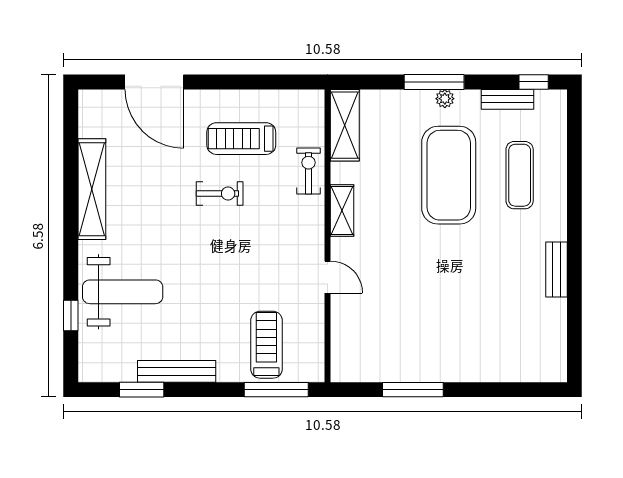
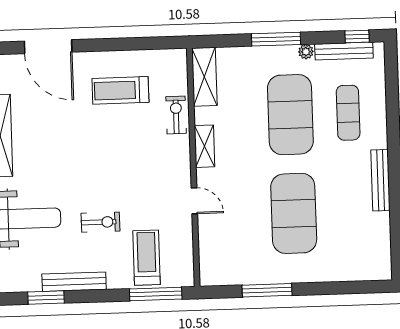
plant: (445, 99) -> (306, 52), moved
bench: (508, 99) -> (344, 51), width x1.36
exercise bike: (220, 194) -> (101, 222), moved
bench: (557, 269) -> (380, 180), width x1.36
exercise mat: (449, 296) -> (294, 213), added

